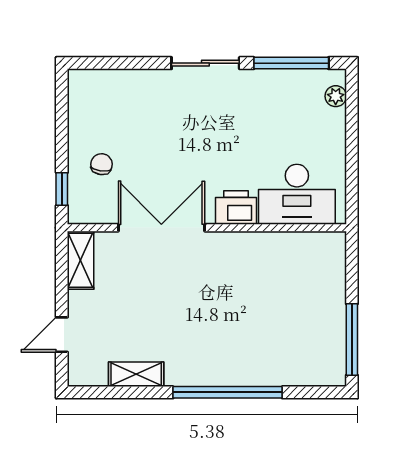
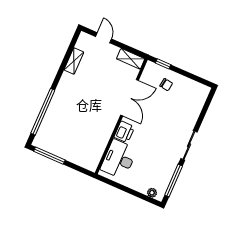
window: (228, 392) -> (43, 112), moved

